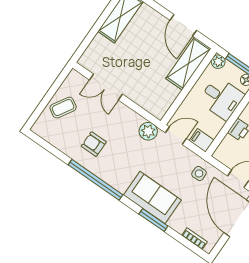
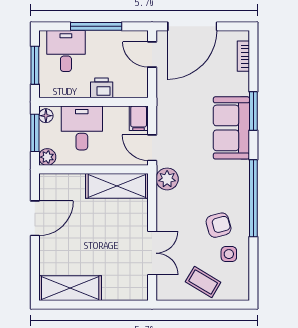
shelving: (188, 64) -> (117, 186), moved
armchair: (94, 144) -> (219, 225), turned -105
side table: (199, 173) -> (229, 254), moved

